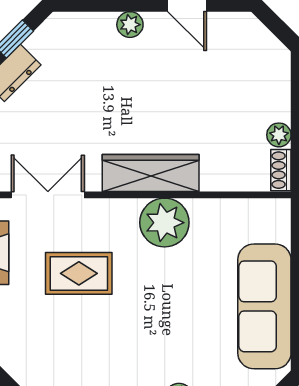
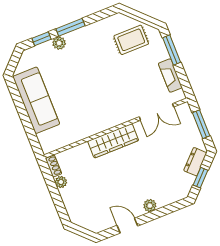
plant: (164, 223) -> (98, 121), removed
rug: (79, 273) -> (131, 40), moved

